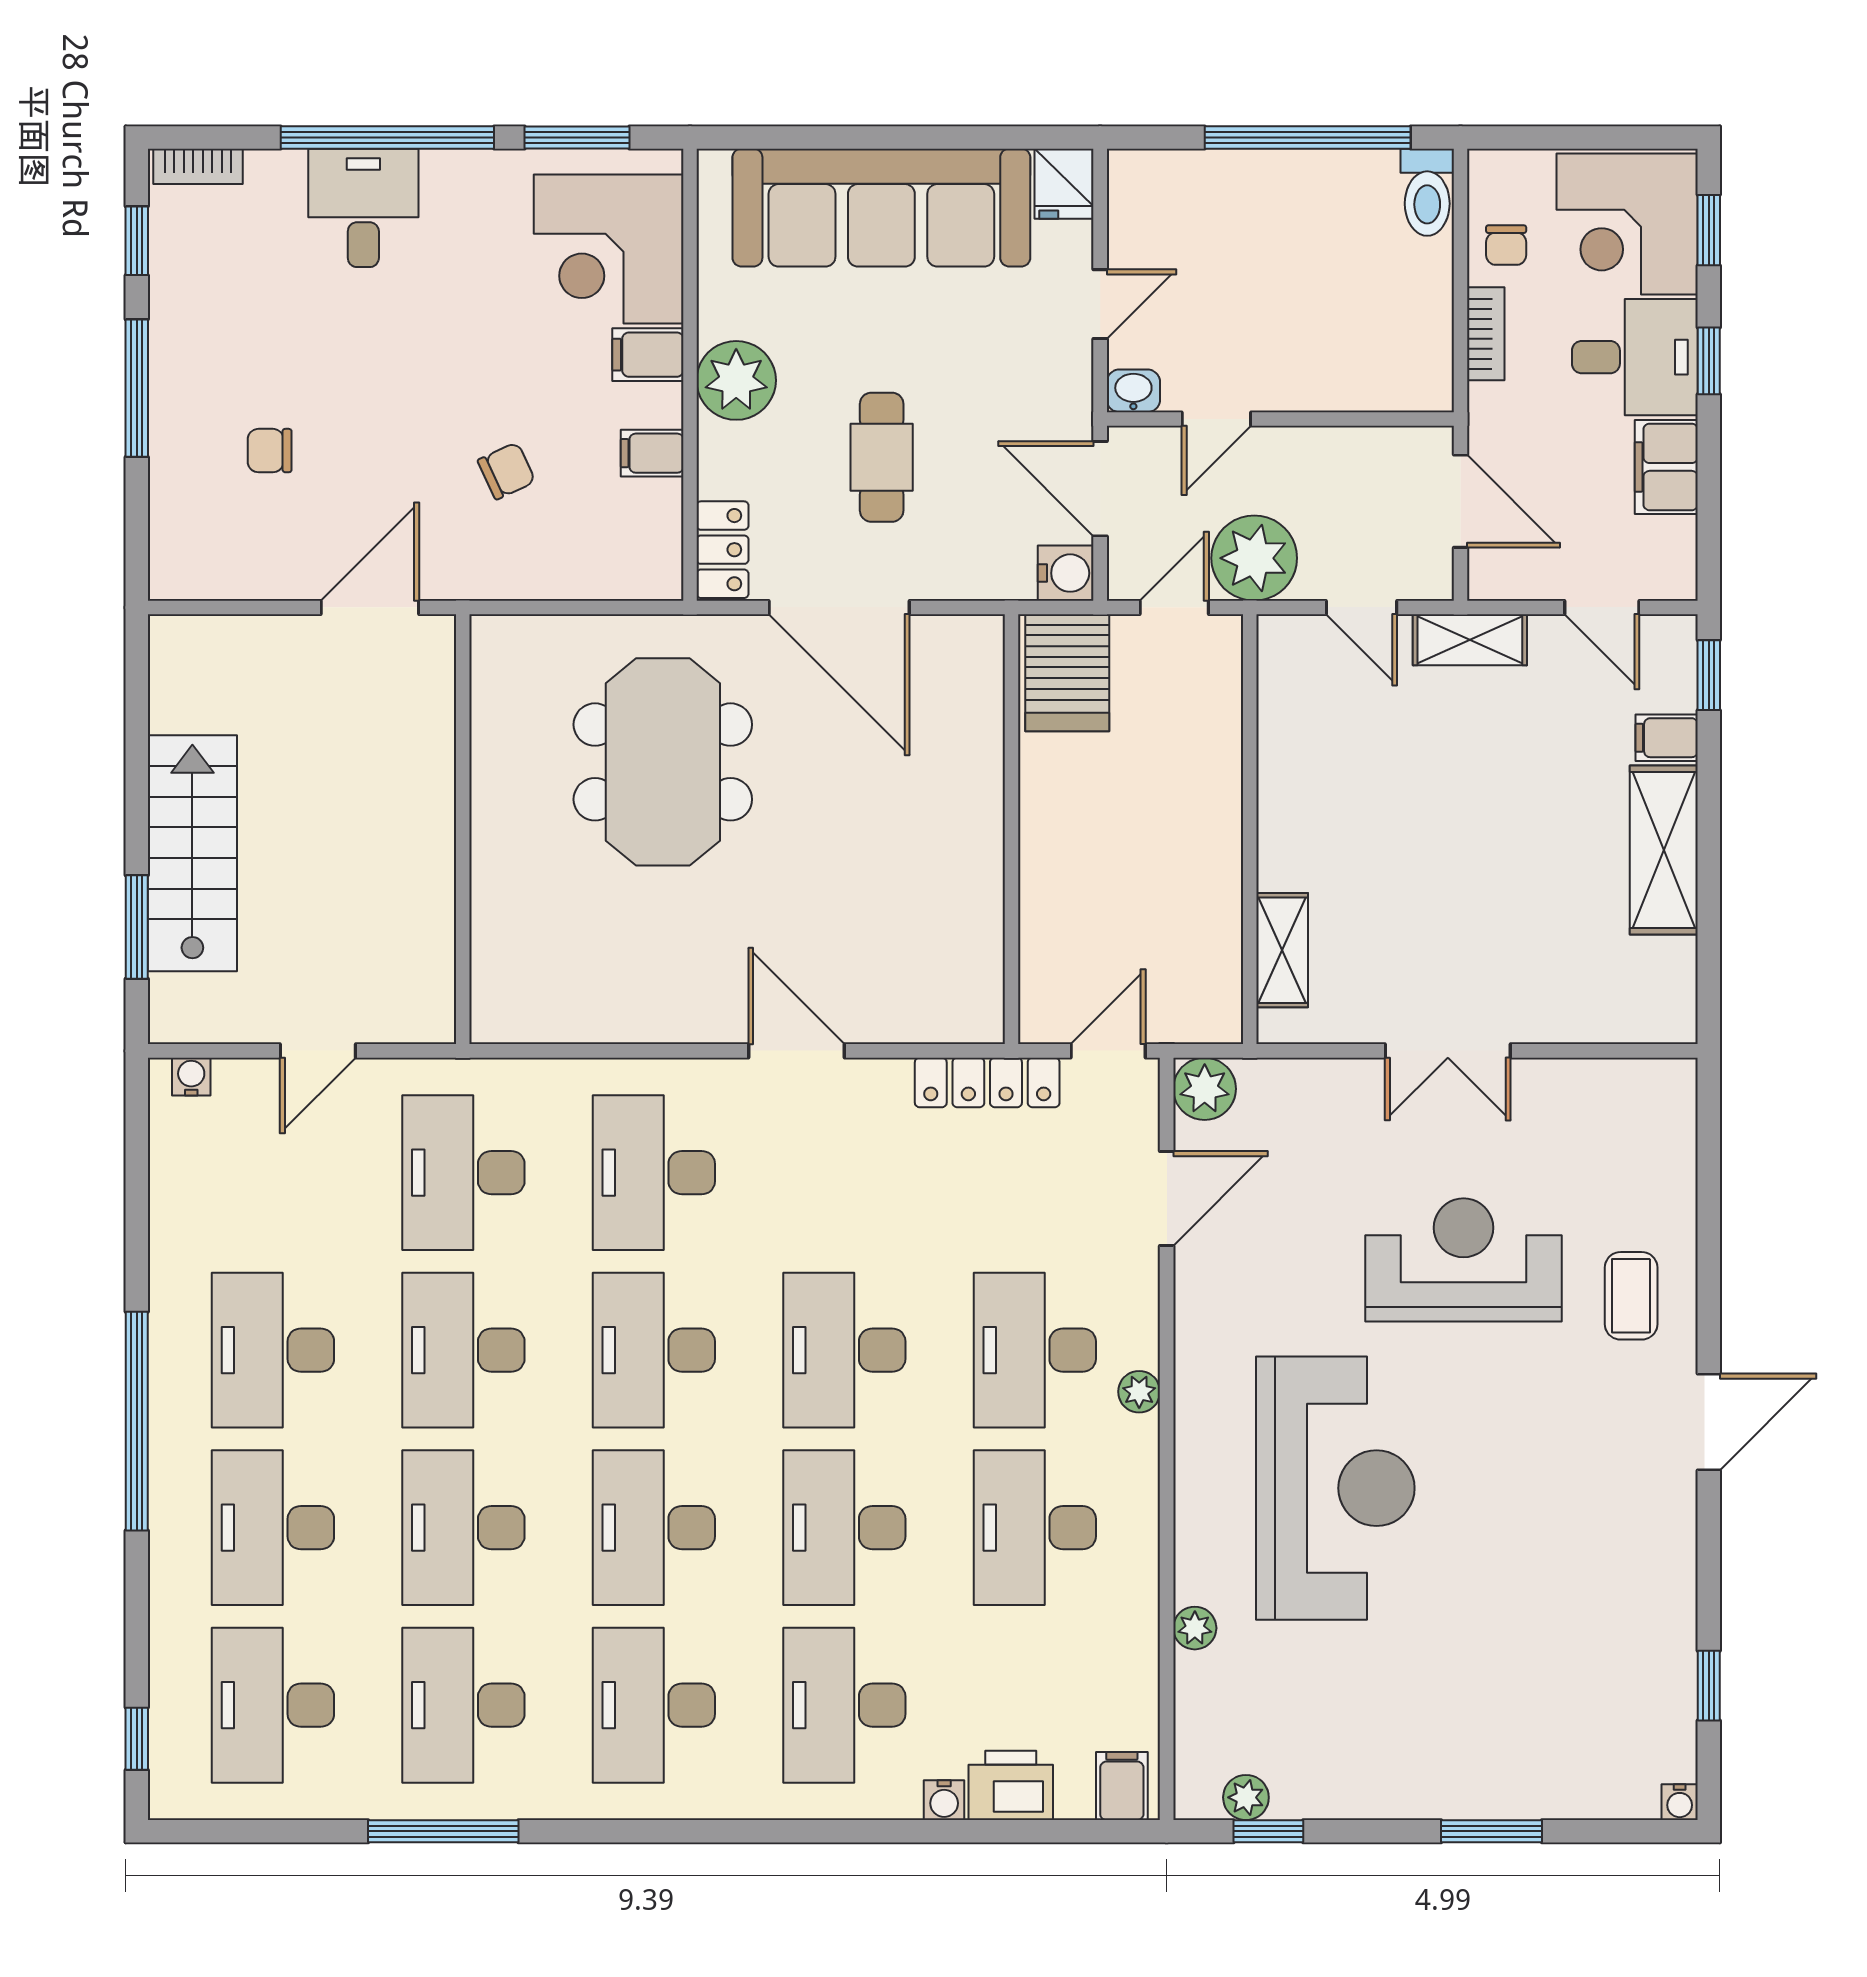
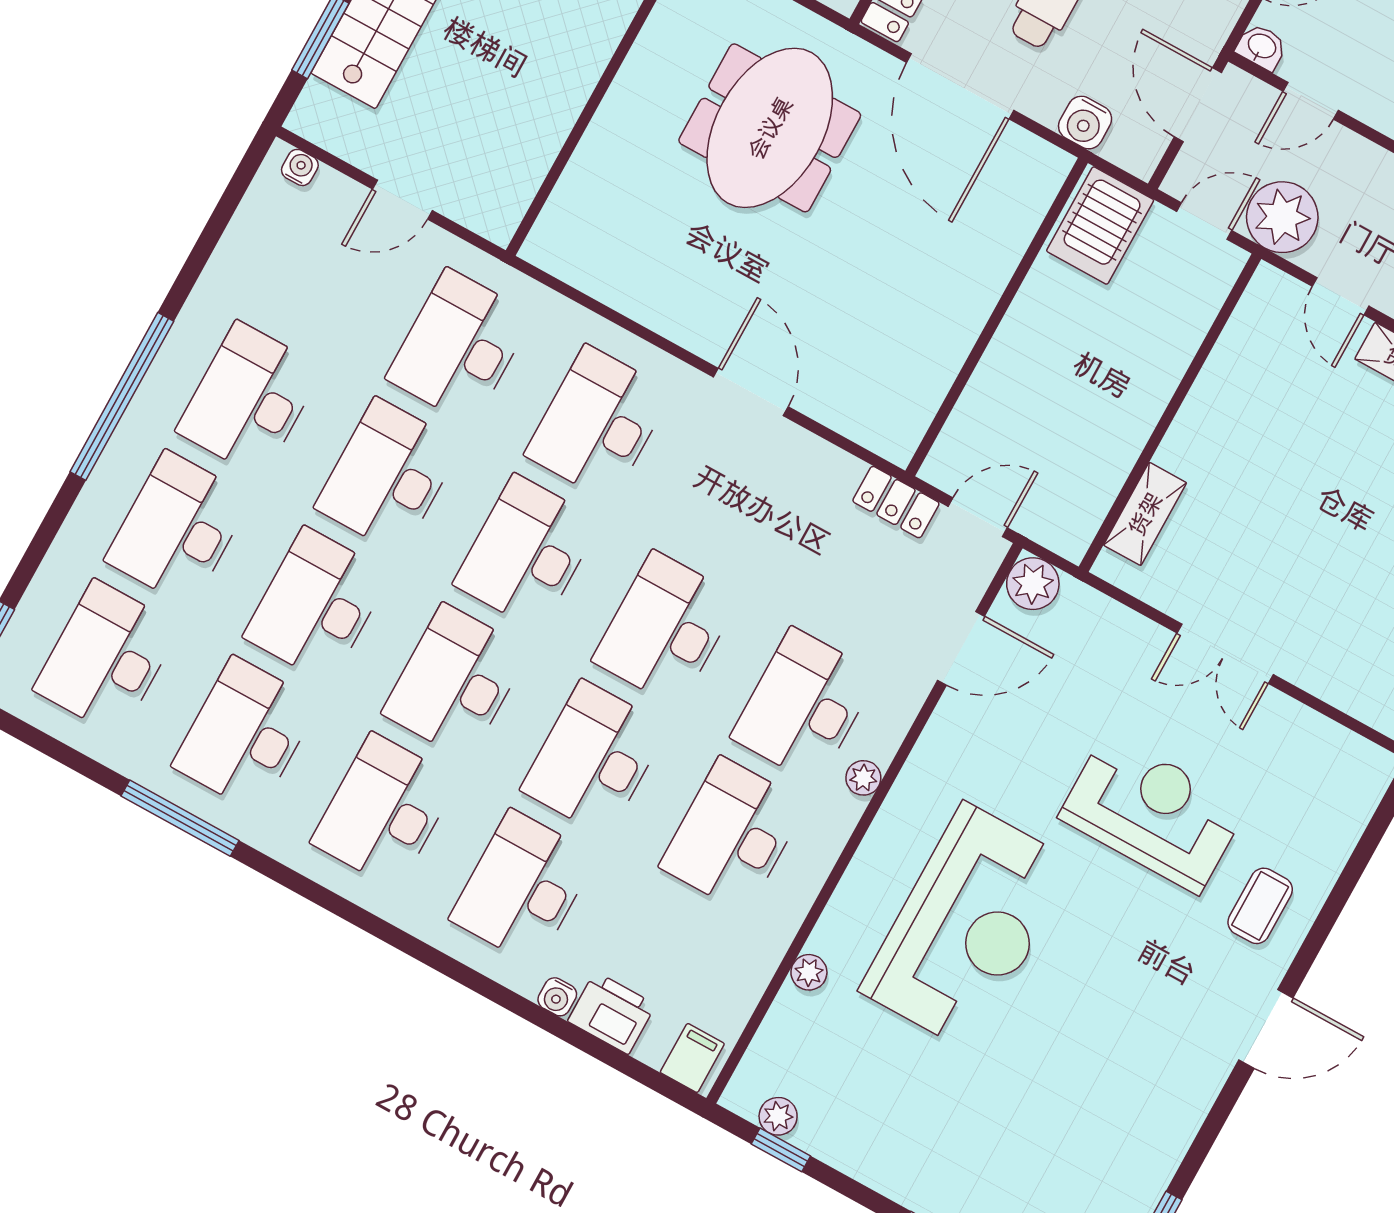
water cooler: (1066, 573) -> (1085, 123), moved, turned 90
locker: (987, 1082) -> (896, 502), width x0.66

